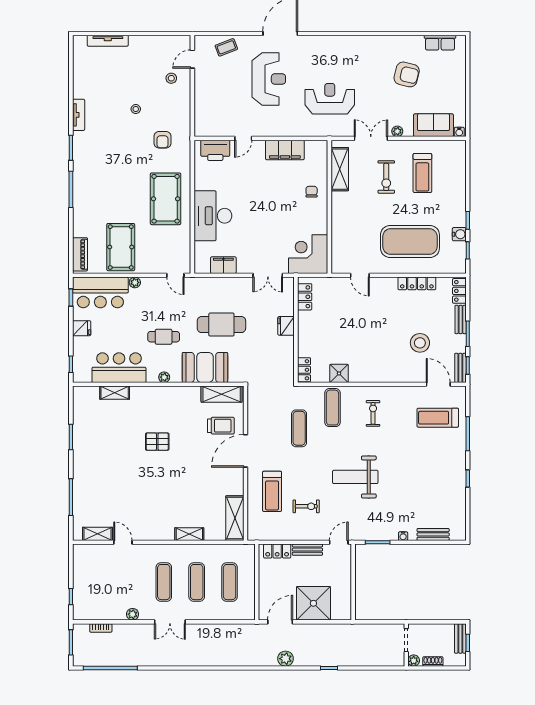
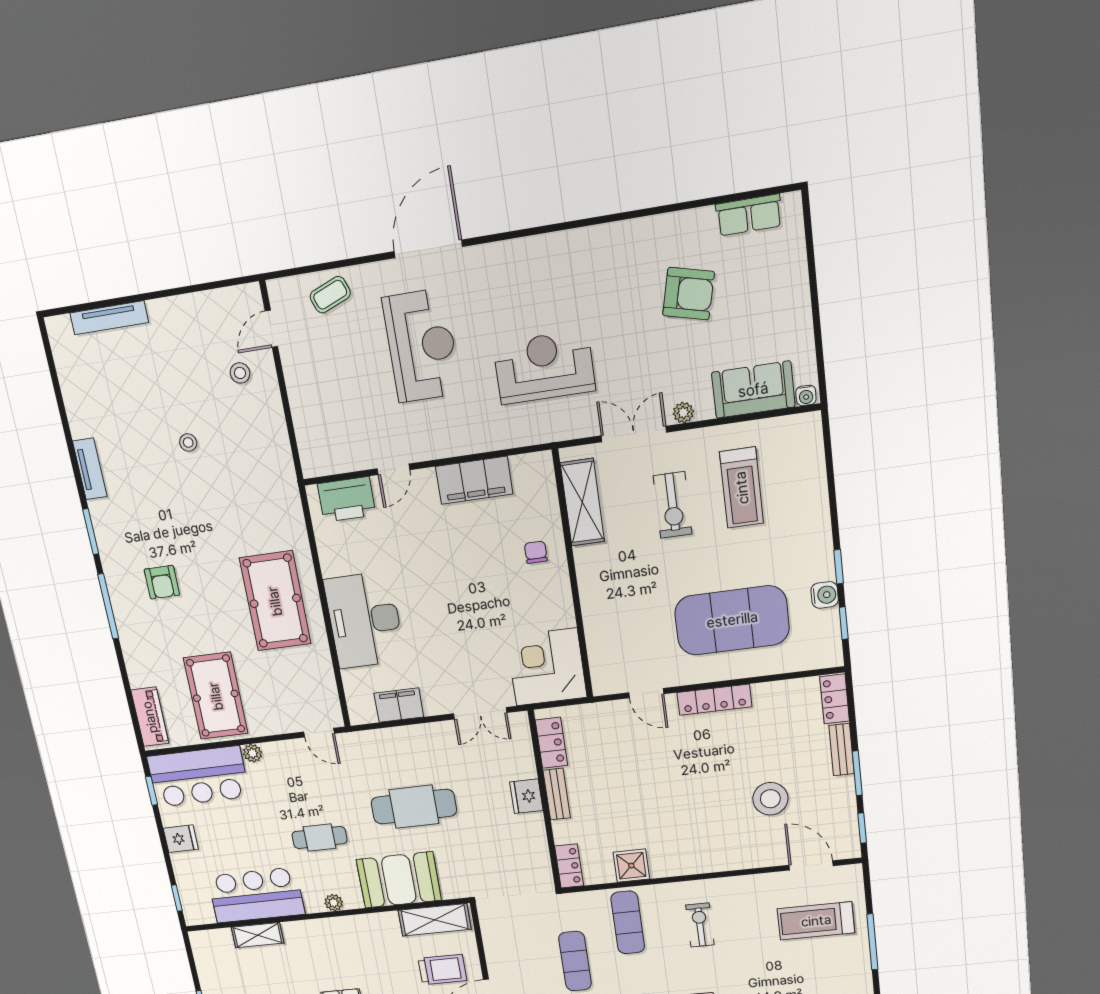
armchair: (162, 140) -> (162, 582), moved
locker: (417, 283) -> (714, 700), moved
bench: (460, 368) -> (557, 794), moved

